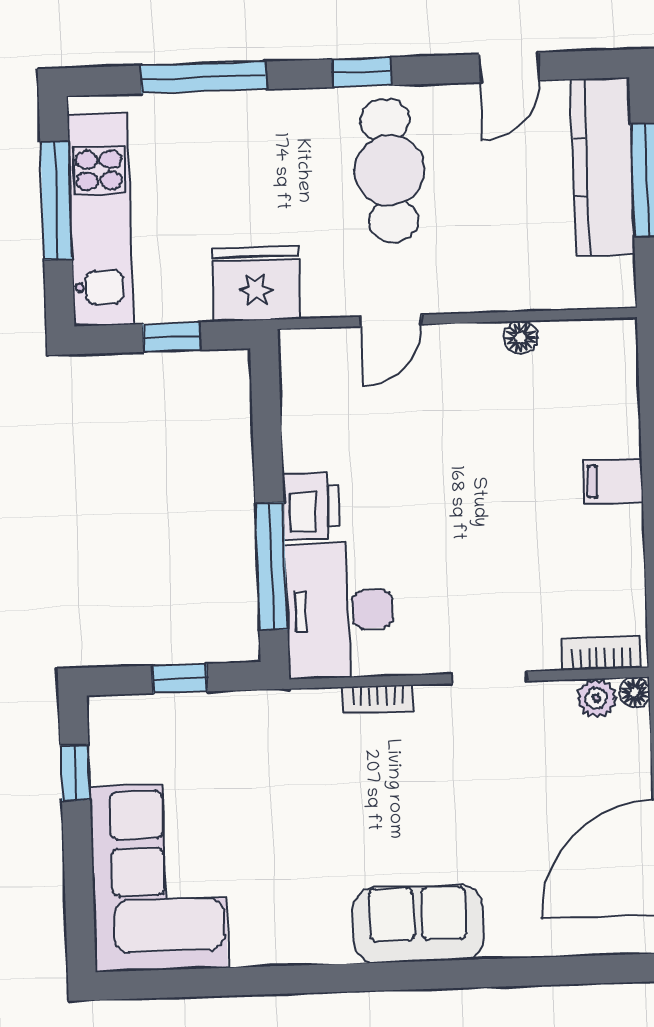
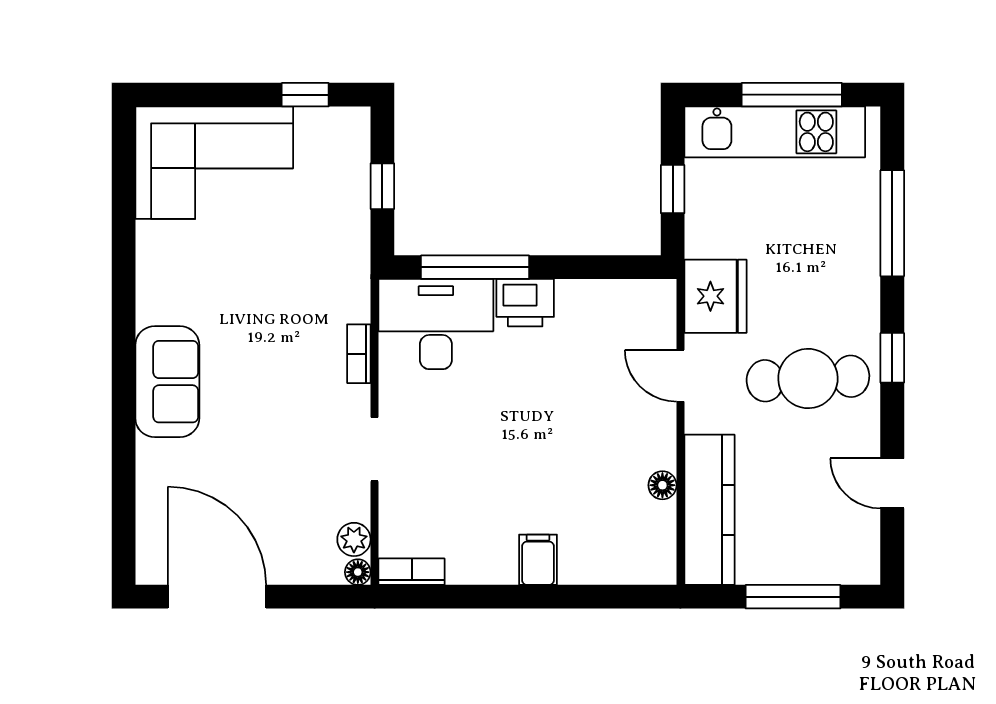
kitchen counter: (603, 167) -> (709, 510), moved, turned 90
fridge: (256, 284) -> (715, 296), moved
bookcase: (601, 654) -> (412, 572), moved, turned -90

